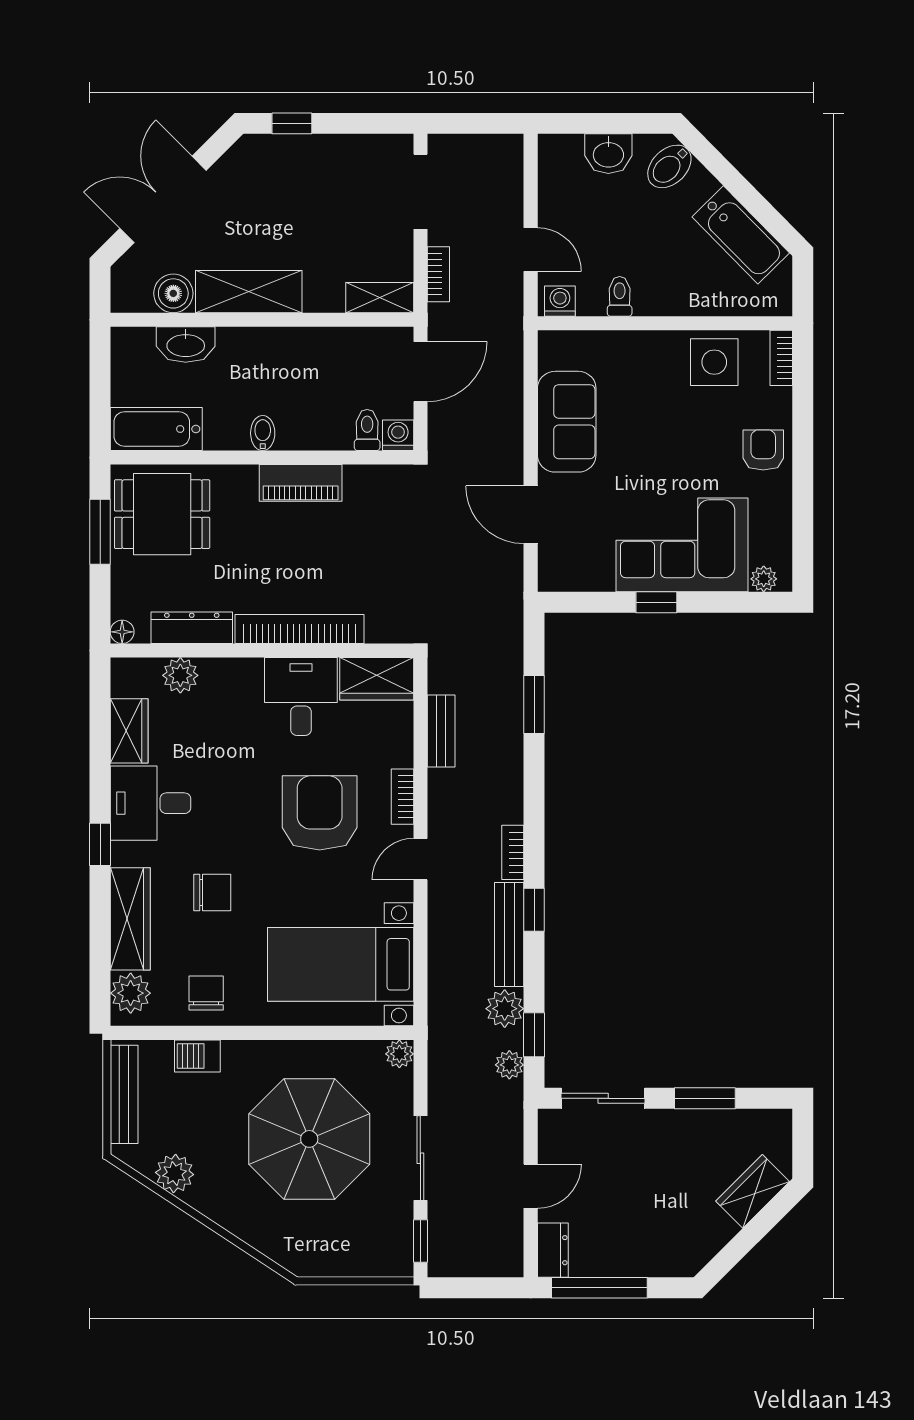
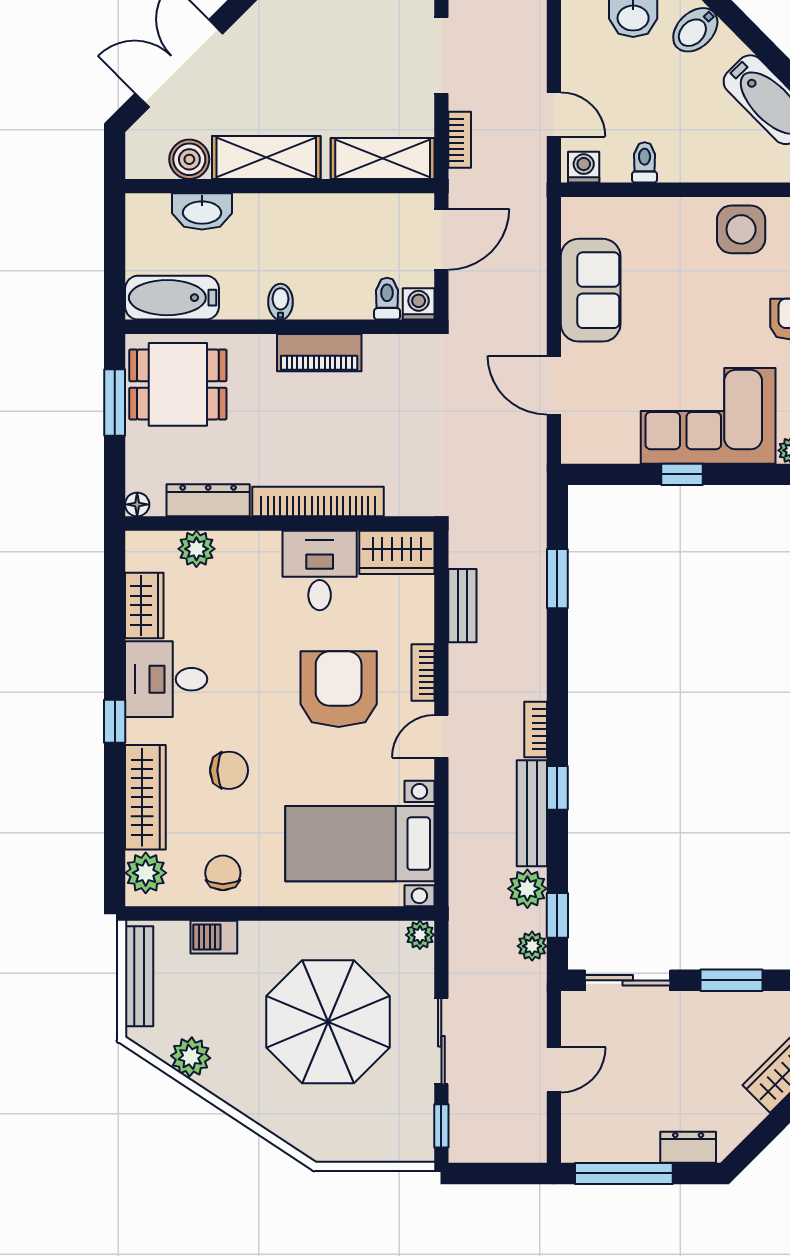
shelving: (380, 298) -> (383, 159), width x1.50, depth x1.33
dresser: (553, 1250) -> (688, 1147), moved, turned -90

